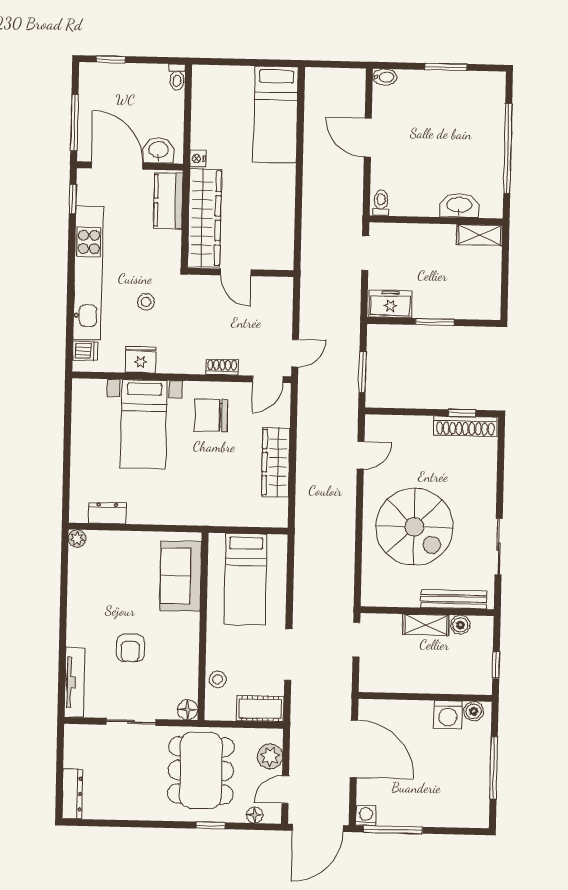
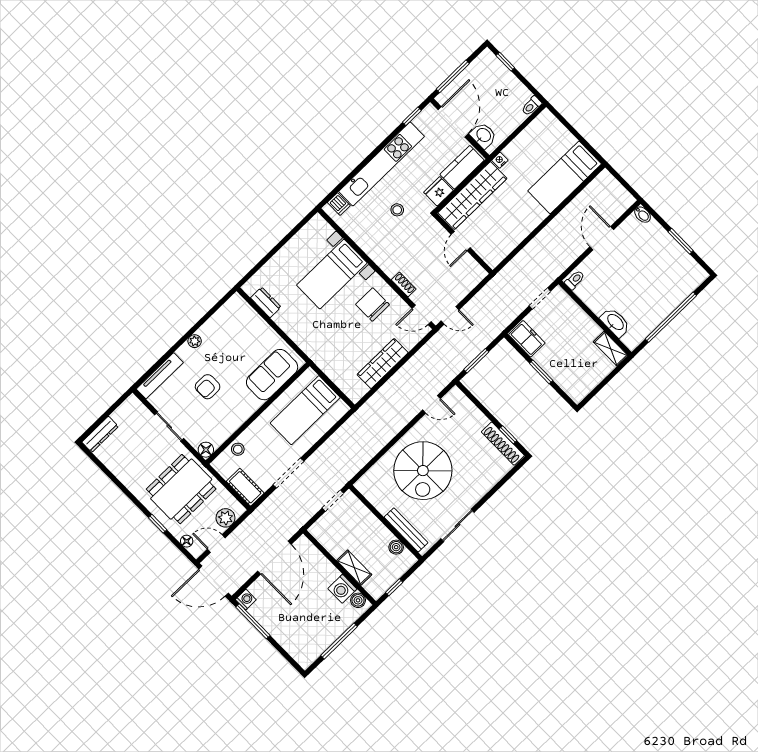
fridge: (141, 360) -> (438, 191), moved, turned -90
plant: (77, 539) -> (195, 341), moved
shelving: (426, 625) -> (354, 568), moved

